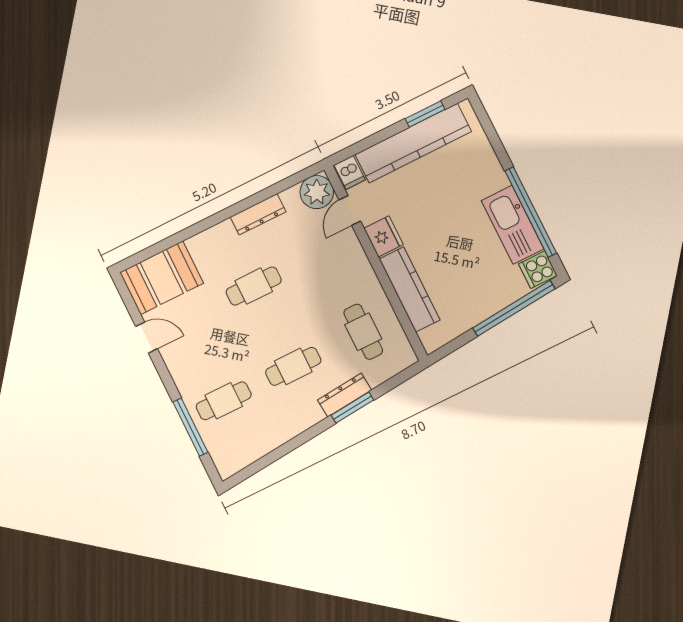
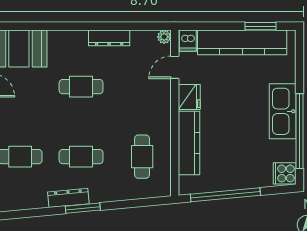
plant: (317, 192) -> (164, 37), width x0.53, depth x0.53
kitchen sink: (512, 225) -> (283, 111), moved
window: (514, 308) -> (225, 195), moved
dresser: (344, 395) -> (68, 198), moved
window: (352, 408) -> (83, 208), moved

